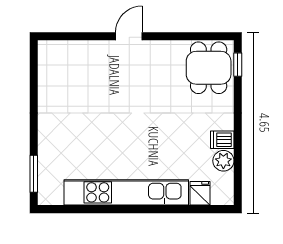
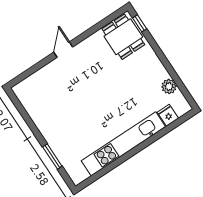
dishwasher: (222, 140) -> (160, 74), removed
window: (34, 174) -> (52, 156), moved

